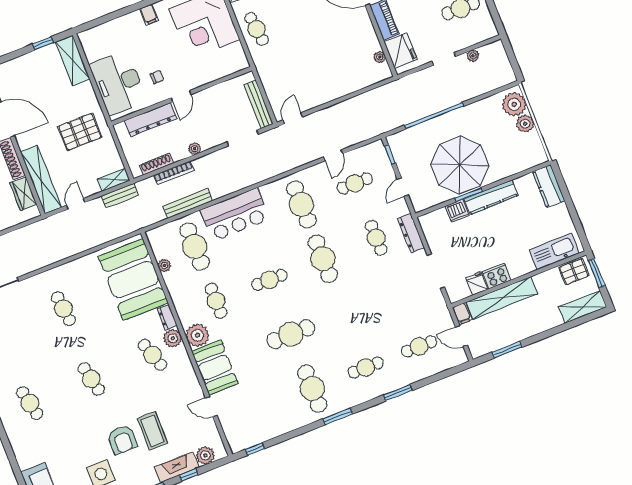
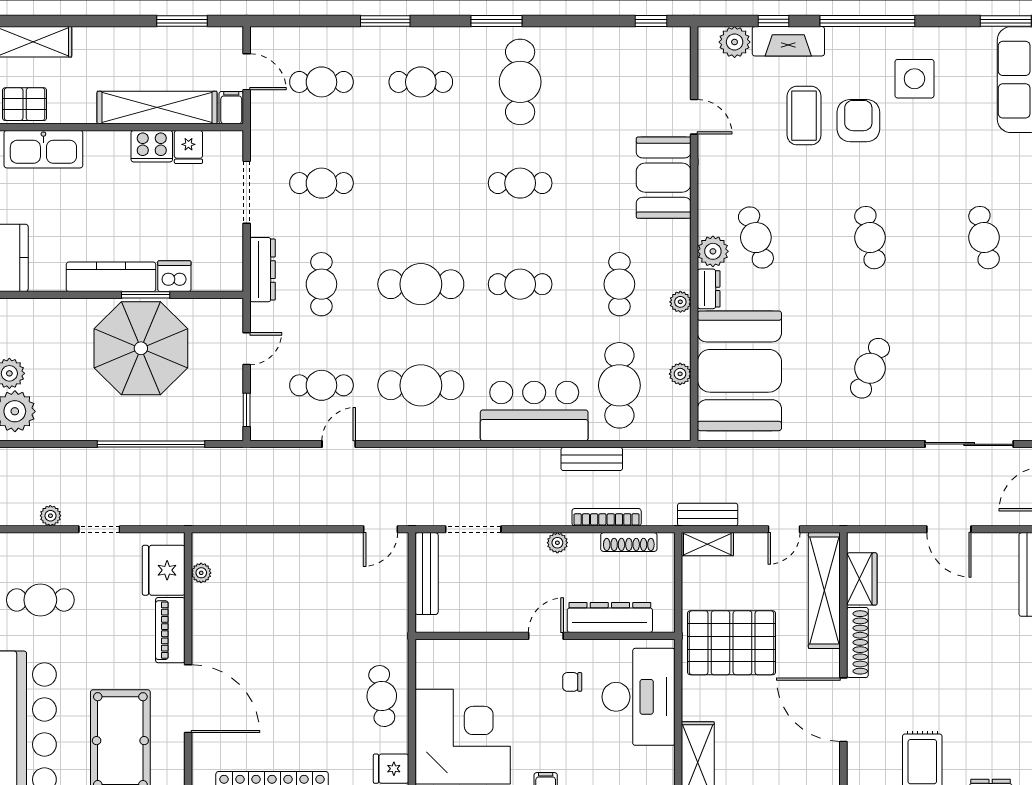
pallet: (80, 132) -> (731, 643), width x1.37, depth x1.41
bench: (188, 203) -> (592, 459), width x0.73
cafe table: (301, 204) -> (421, 385), turned 90
cafe table: (323, 259) -> (421, 284), turned 90
cafe table: (398, 292) -> (321, 183), added
cafe table: (63, 309) -> (870, 368), turned 30
cafe table: (291, 334) -> (520, 183), width x0.73, depth x0.74
plant: (198, 335) -> (680, 302), moved, width x0.53, depth x0.53

